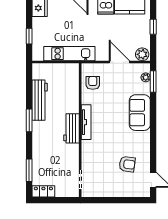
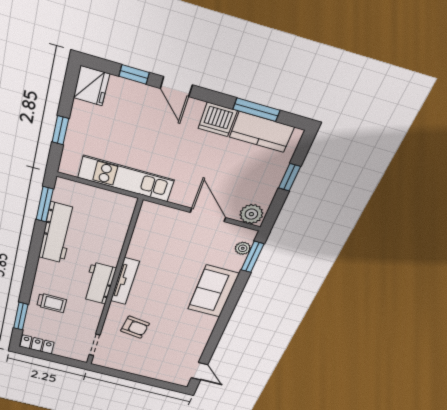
armchair: (93, 83) -> (152, 233), removed
window: (29, 120) -> (45, 204), moved
trolley: (46, 153) -> (52, 303), added
armchair: (127, 164) -> (135, 327), moved

